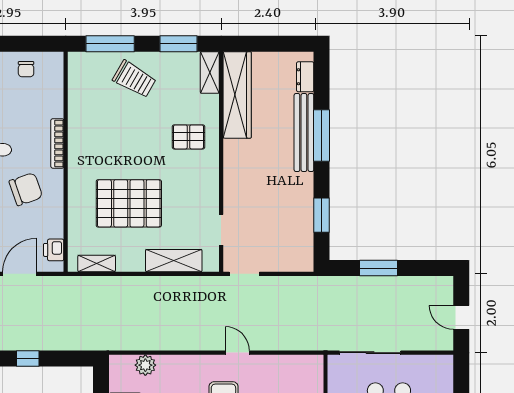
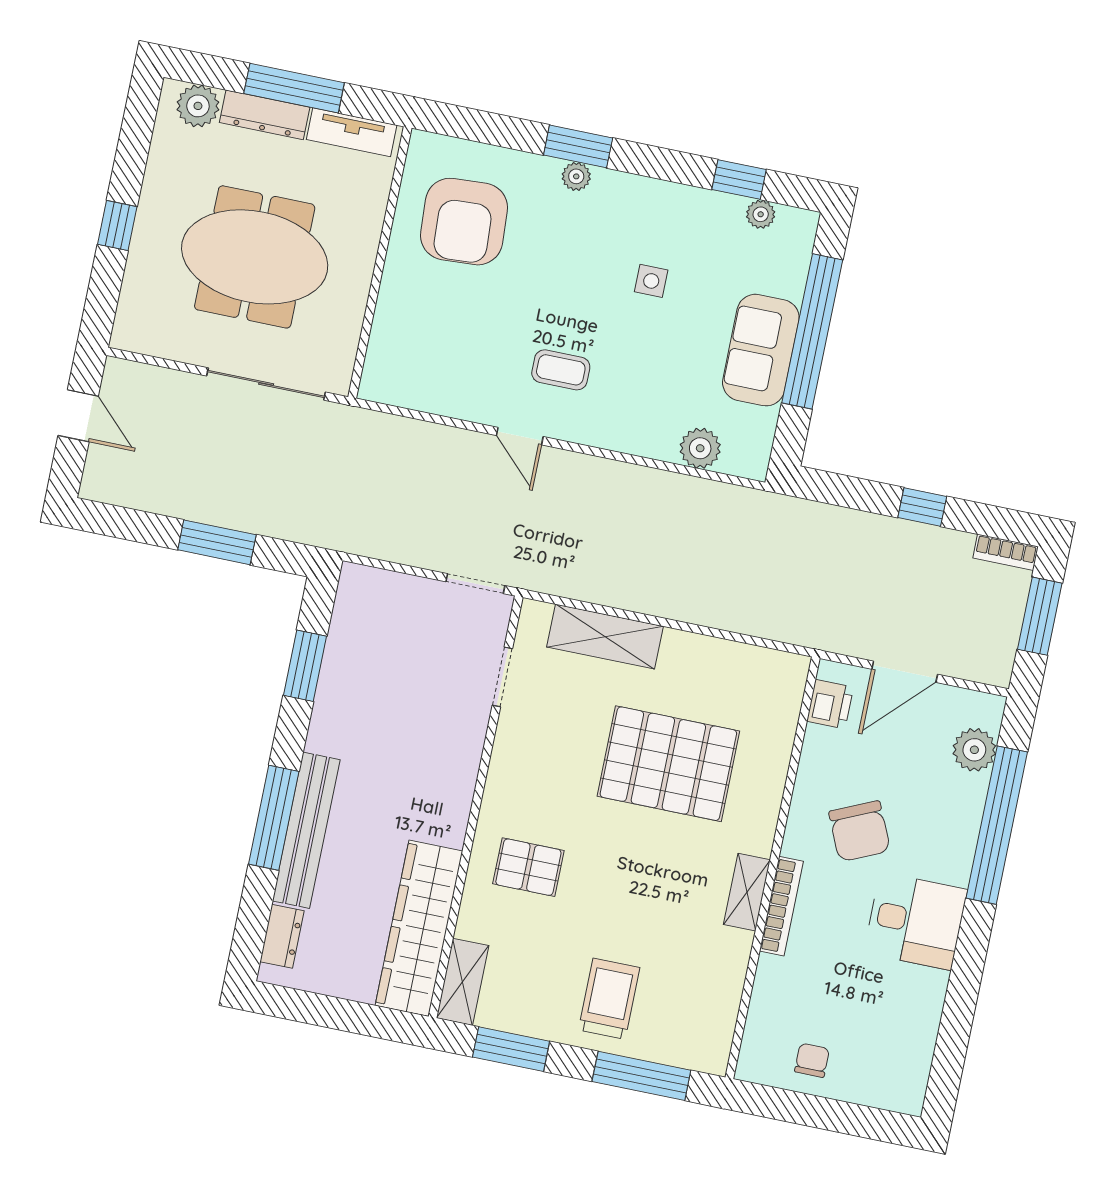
trolley: (134, 79) -> (609, 999), turned 60
chair: (26, 189) -> (859, 831), turned -95
shelving: (97, 264) -> (747, 892), moved, turned 90

